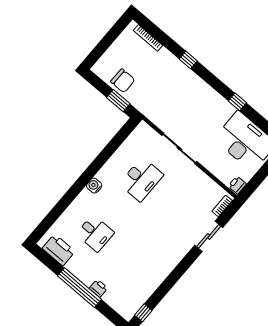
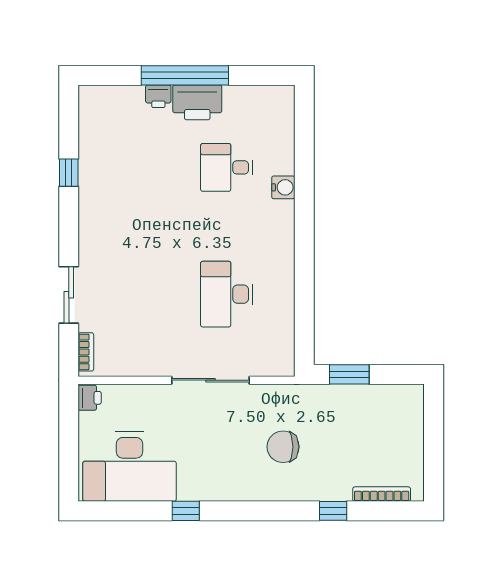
window: (188, 60) -> (333, 511), moved
chair: (123, 81) -> (283, 447), moved
water cooler: (94, 186) -> (283, 187), moved
printer: (59, 250) -> (197, 102), moved
window: (143, 313) -> (69, 173), moved

